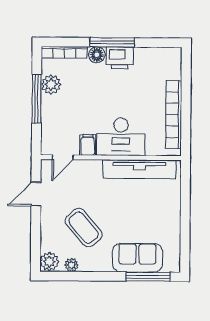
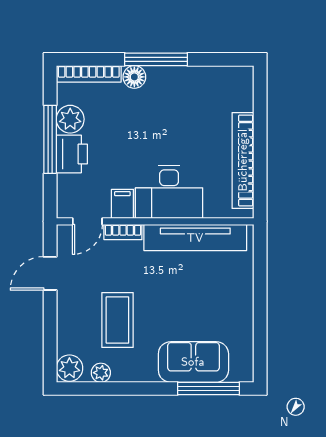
printer: (120, 58) -> (72, 154), moved, turned -90
bookcase: (88, 165) -> (123, 232), added
coffee table: (84, 228) -> (117, 320), turned 40

